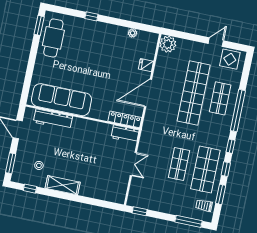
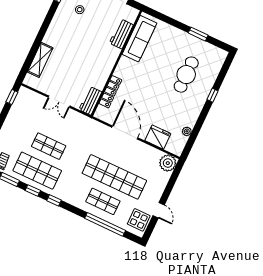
window: (39, 25) -> (198, 34), moved
cafe table: (53, 38) -> (186, 75), moved, turned 90
fridge: (146, 65) -> (158, 137), width x1.88, depth x1.34
sofa: (61, 100) -> (139, 39), width x0.74, depth x0.79
window: (238, 111) -> (105, 224), moved
workbench: (53, 119) -> (121, 34), width x0.73
locker: (125, 119) -> (110, 92), moved
shelving: (63, 185) -> (40, 60), moved

